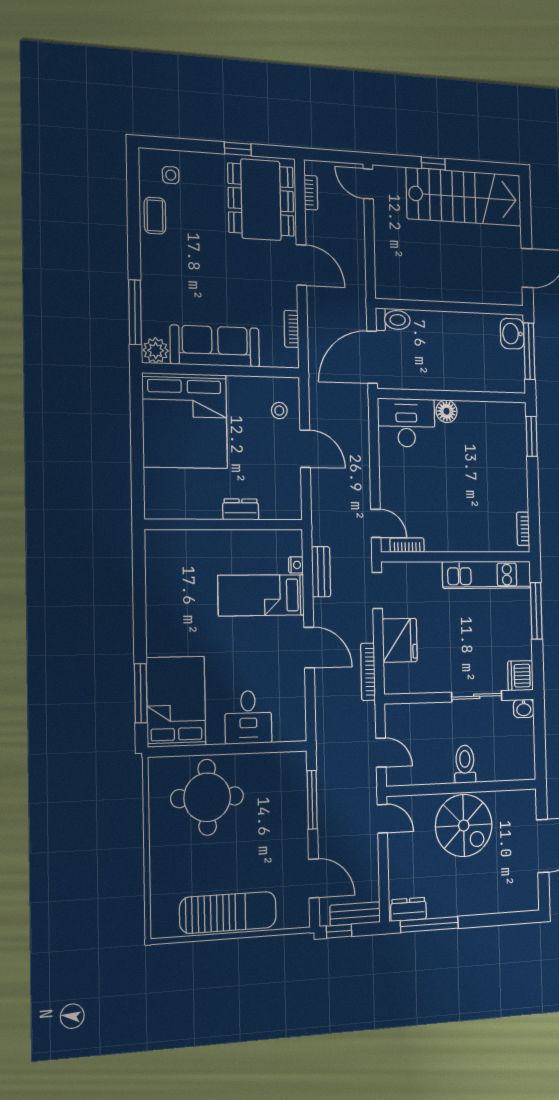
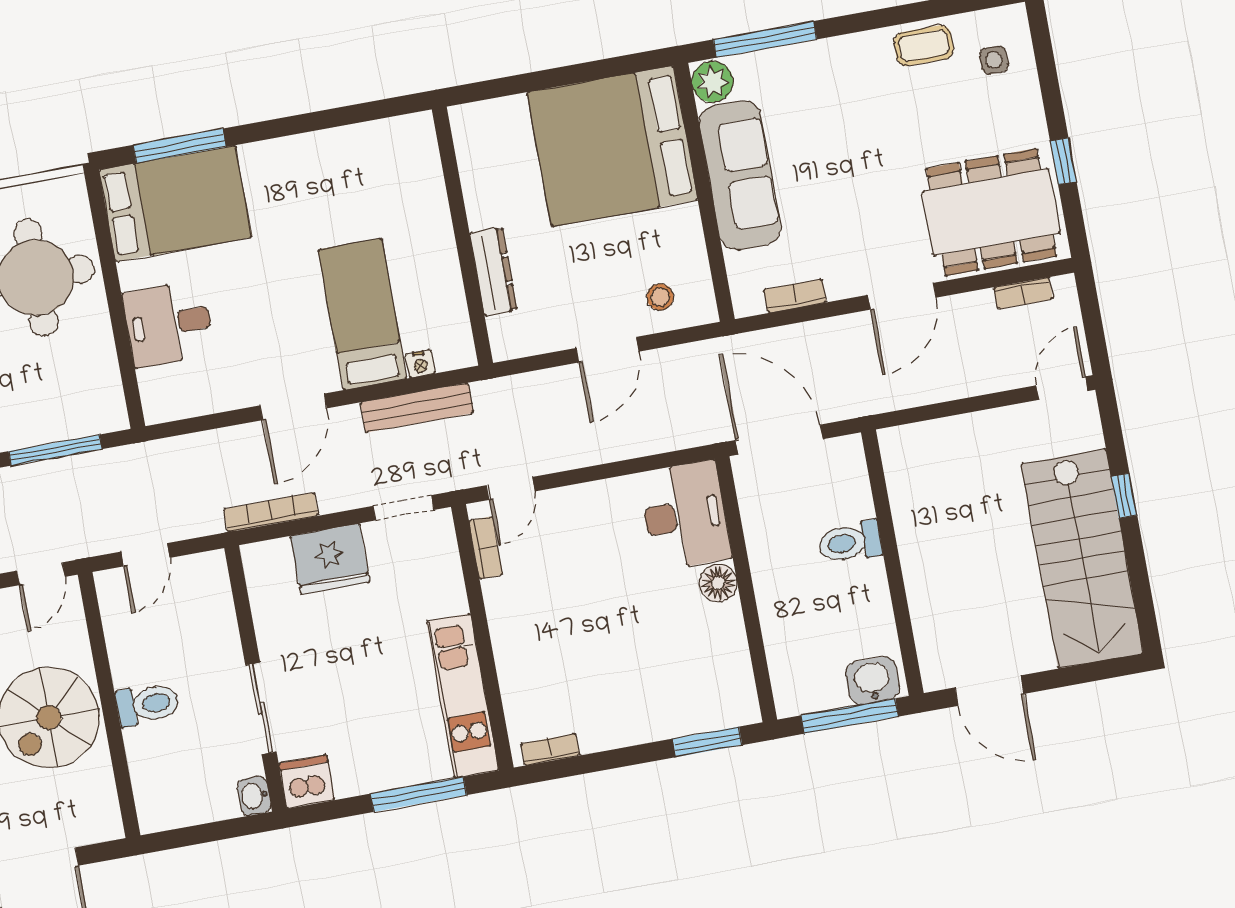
toilet: (393, 320) -> (850, 542), moved, turned 90
dresser: (241, 509) -> (493, 272), width x1.44
bench: (321, 572) -> (417, 408), width x1.36

